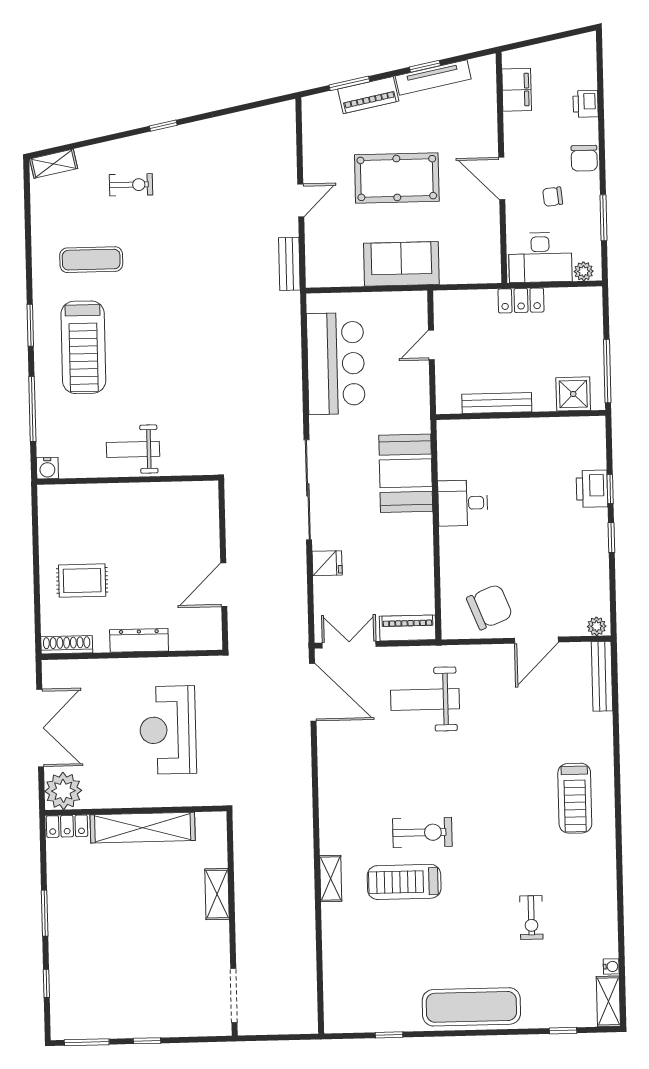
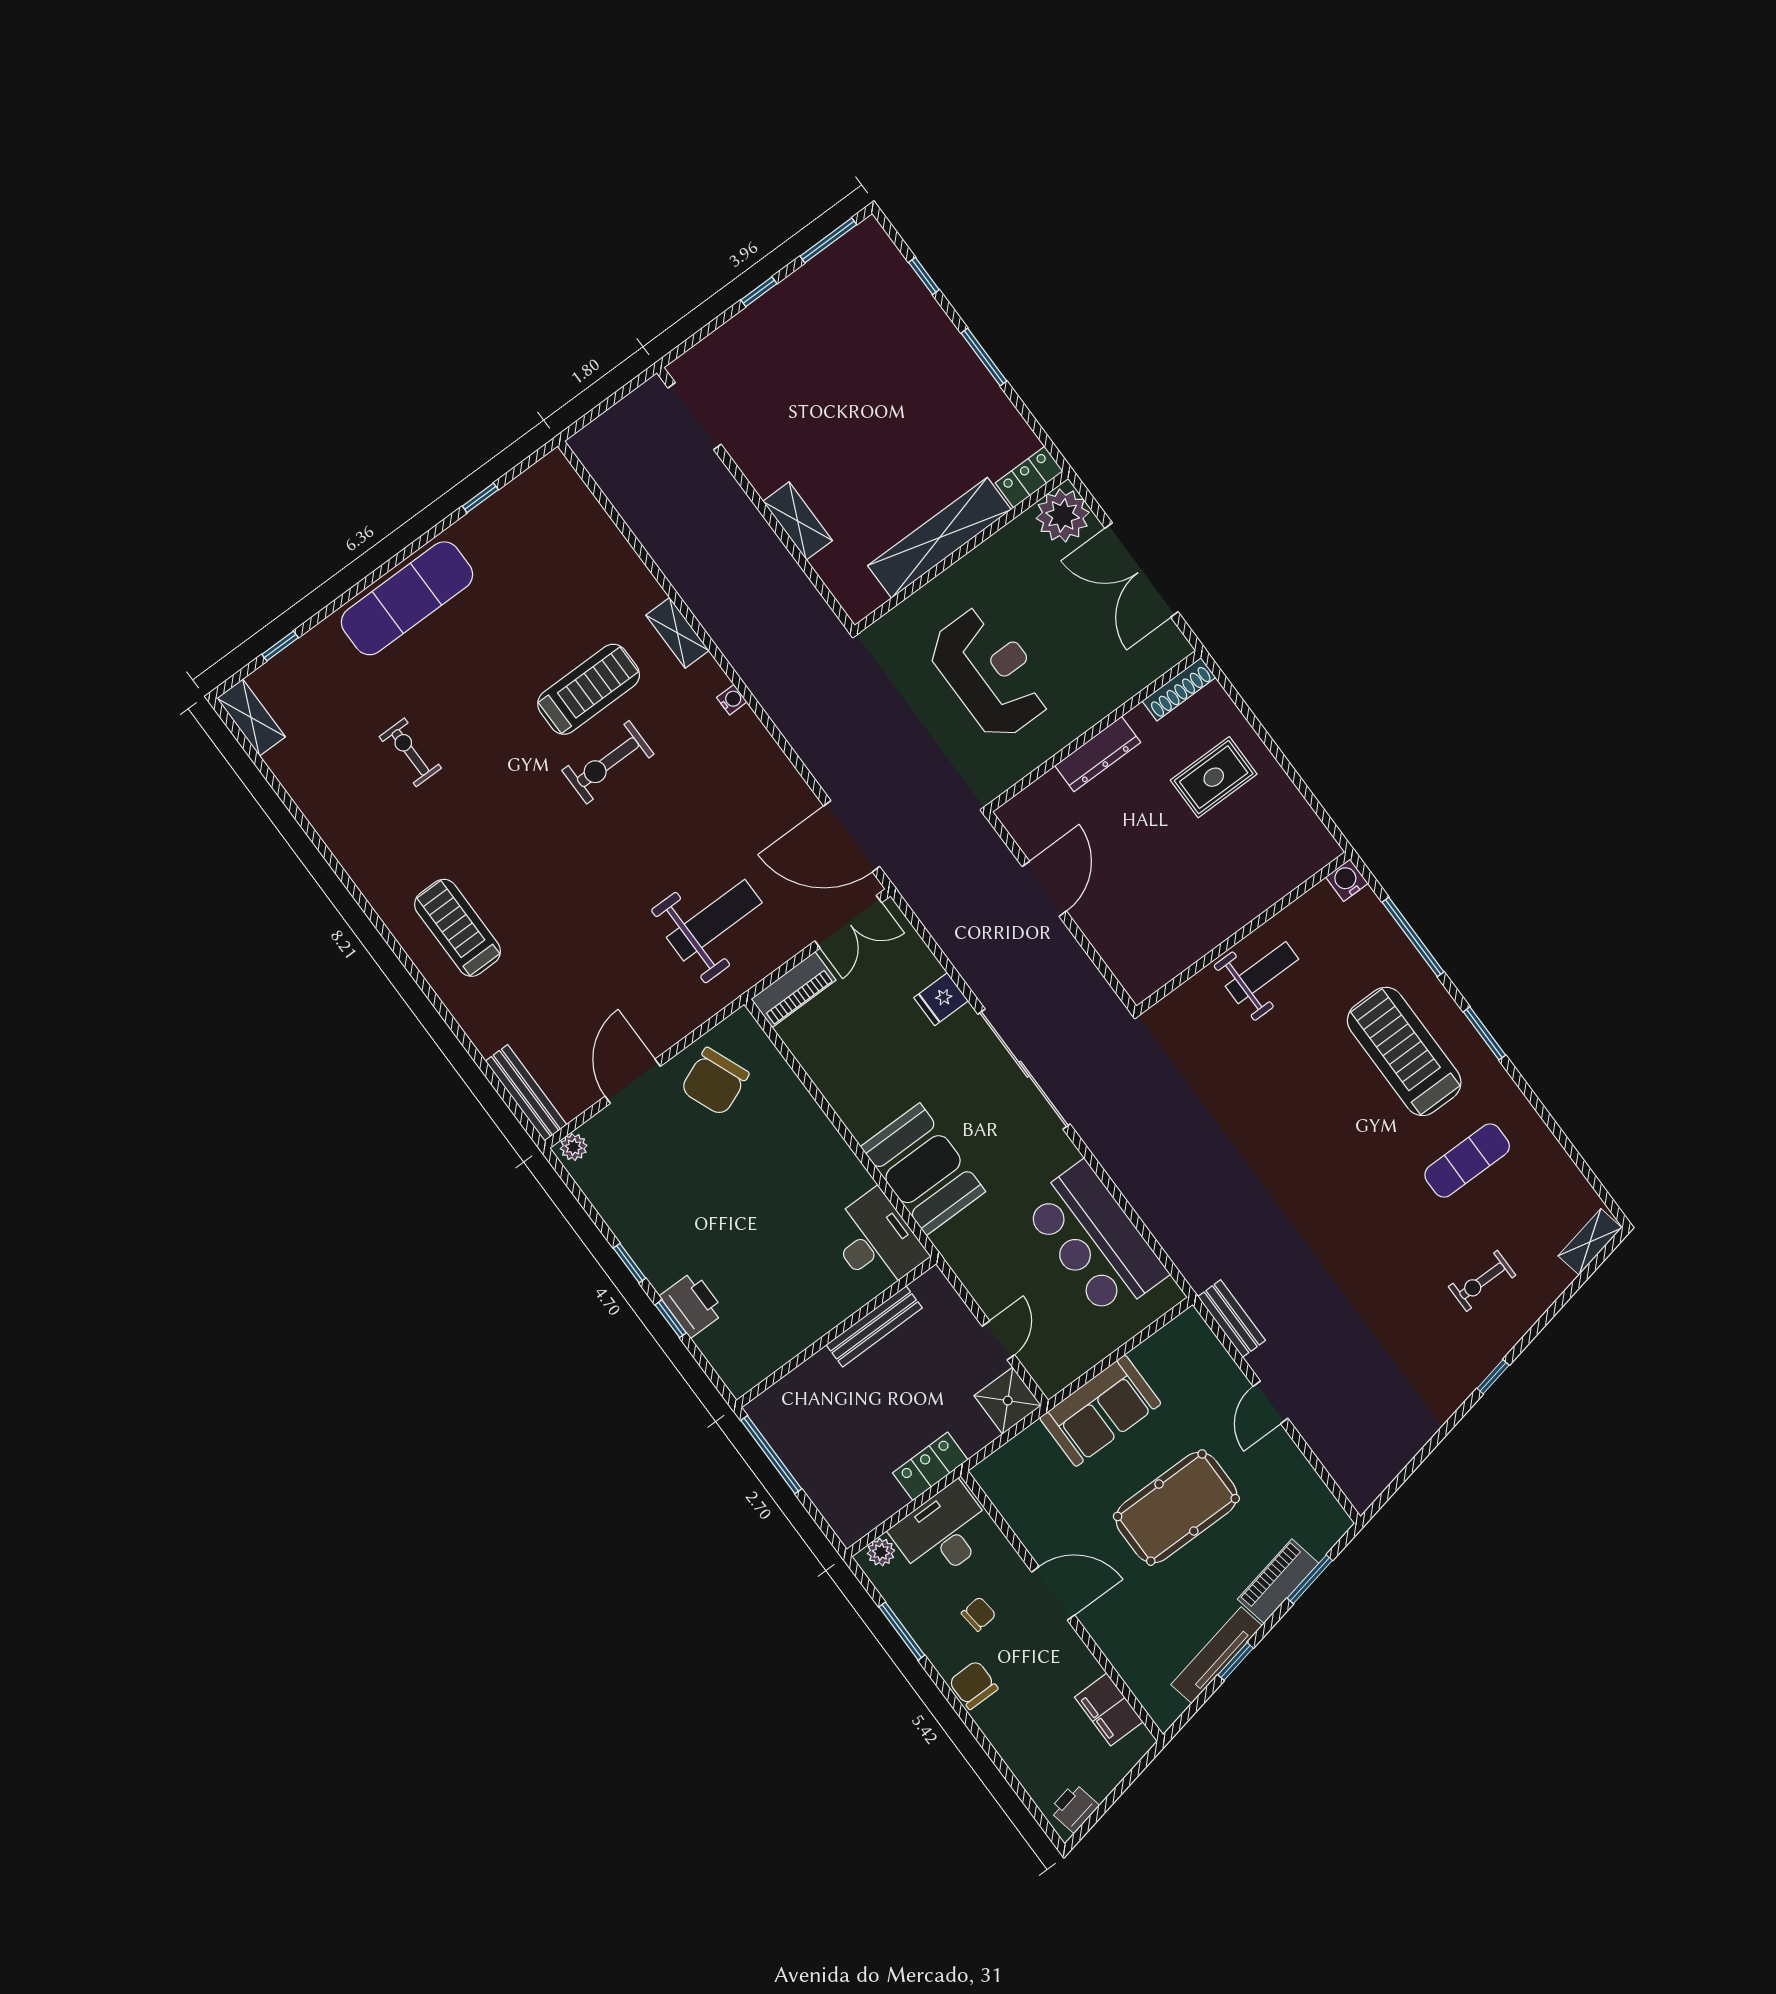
printer: (586, 104) -> (1074, 1808), moved, turned -101
shower: (573, 394) -> (1008, 1401), moved
desk: (463, 503) -> (876, 1242), moved, width x1.37
water cooler: (611, 966) -> (732, 700), moved, turned 180

